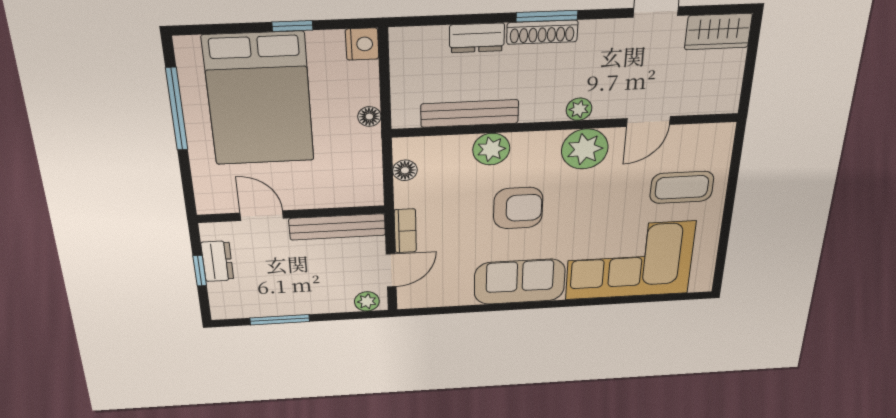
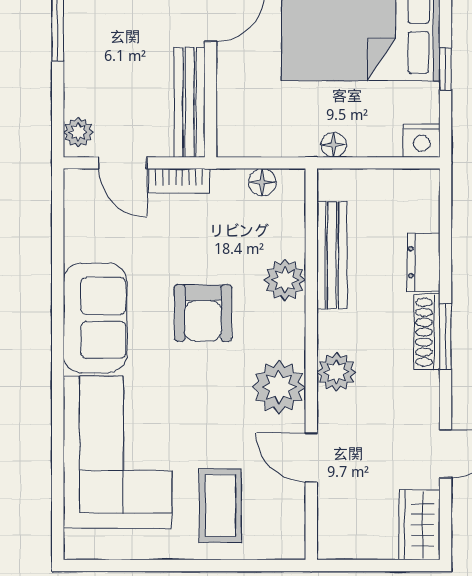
plant: (579, 109) -> (336, 372), width x1.38, depth x1.38

